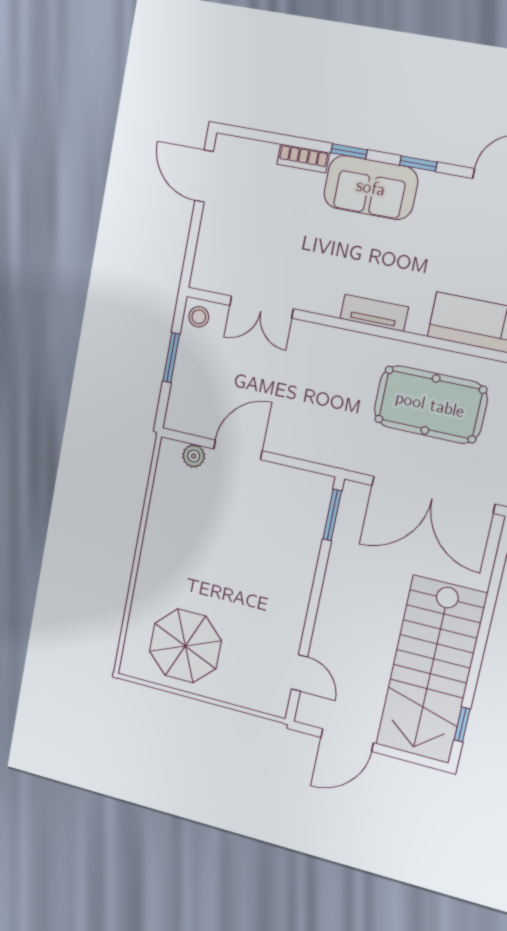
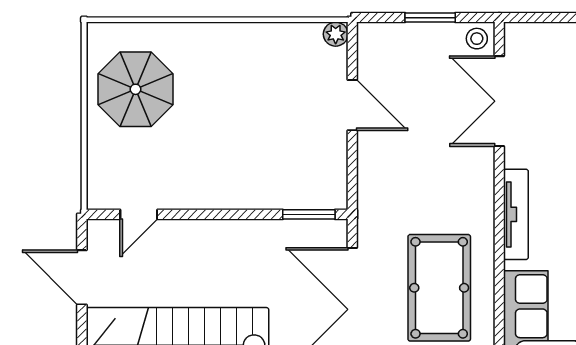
double door: (261, 307) -> (499, 101), width x1.37
tv unit: (374, 313) -> (516, 214), width x1.41
plant: (194, 456) -> (336, 34), moved

